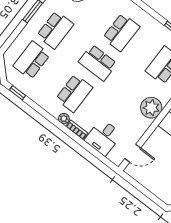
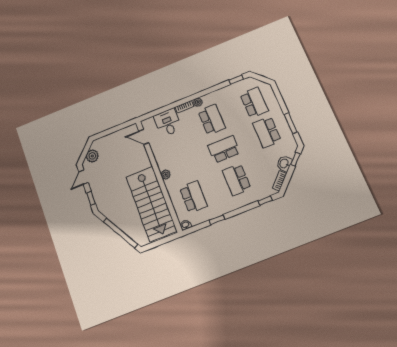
school desk: (74, 93) -> (212, 120), turned 180
plant: (151, 108) -> (166, 175), width x0.53, depth x0.53
door: (133, 153) -> (144, 137), hinge flipped

